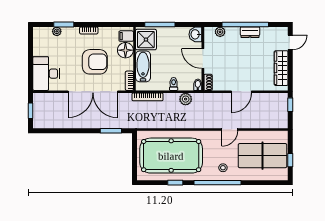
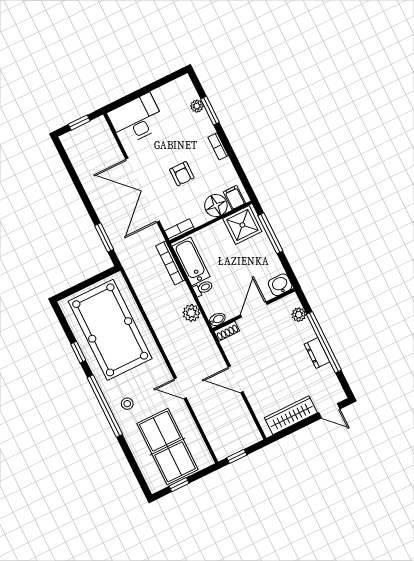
armchair: (95, 62) -> (182, 174), width x0.53, depth x0.53
bathtub: (143, 66) -> (191, 261), moved, turned -90
window: (290, 105) -> (237, 456), moved

